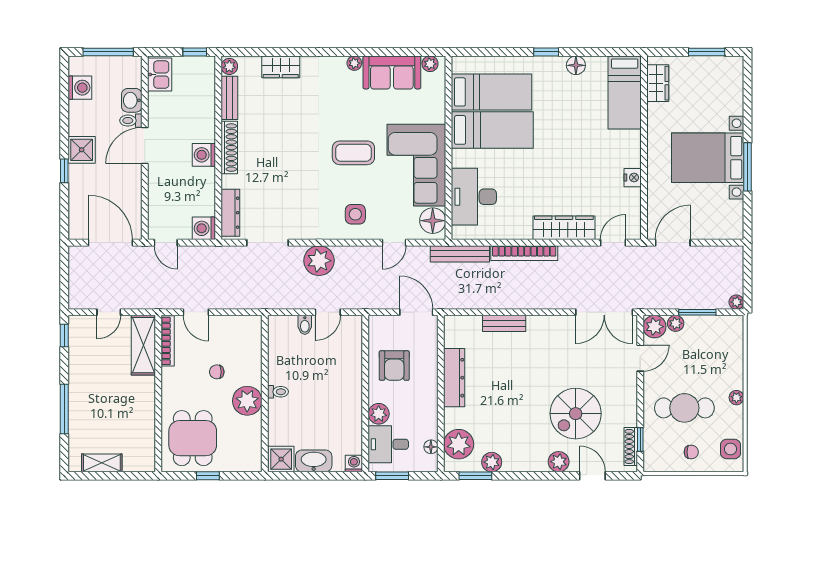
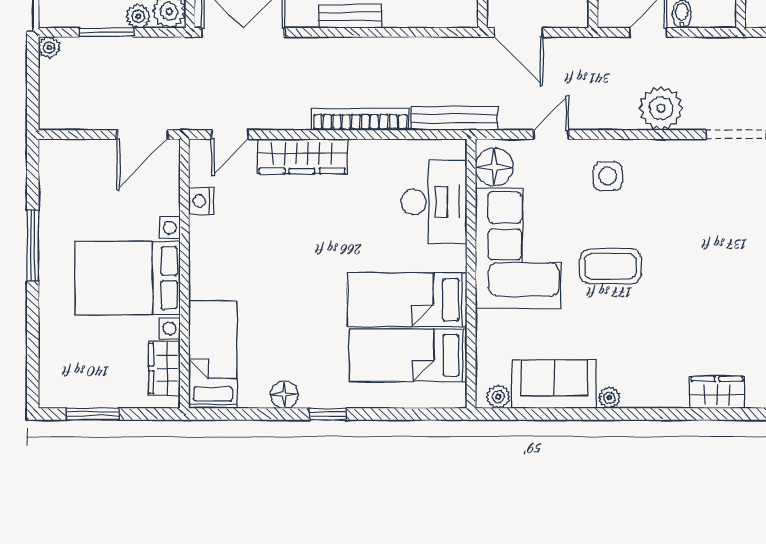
bed with nightstands: (708, 158) -> (127, 278), moved, turned 180
nightstand: (633, 178) -> (201, 201), moved
bench: (504, 323) -> (350, 16), moved

